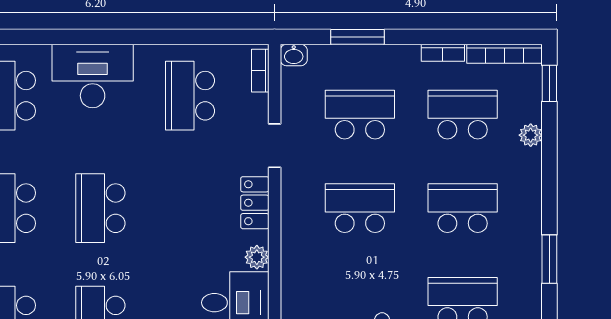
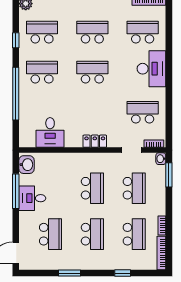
window: (358, 37) -> (169, 175), moved
window: (549, 83) -> (123, 273), moved
plant: (531, 135) -> (125, 265), removed
doorway: (275, 146) -> (132, 150), moved
plant: (257, 257) -> (70, 142), removed

